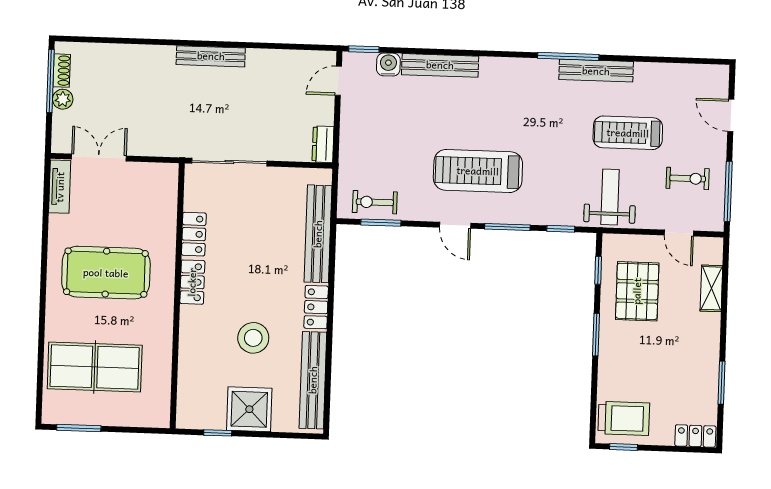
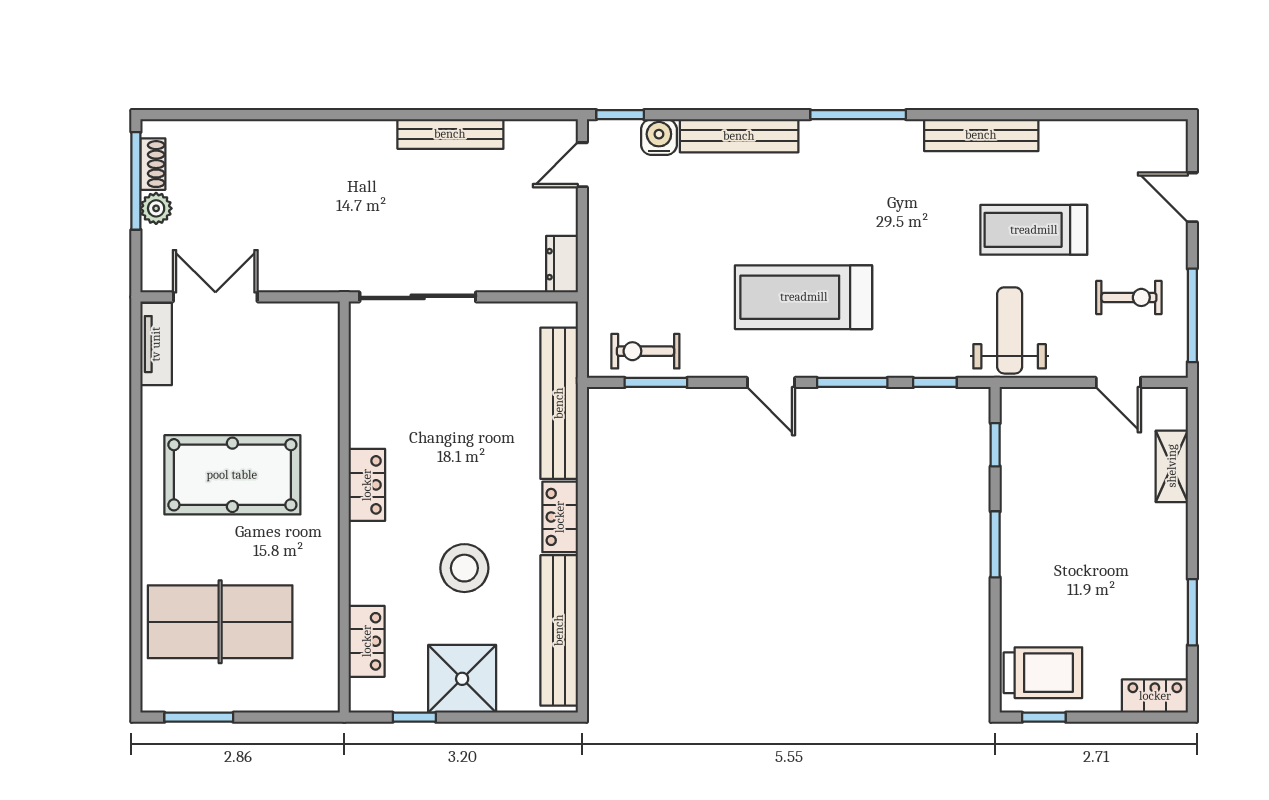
bench: (211, 56) -> (450, 134), moved
window: (568, 56) -> (858, 115), moved
locker: (194, 234) -> (367, 641), moved
pallet: (637, 291) -> (1057, 475), removed

